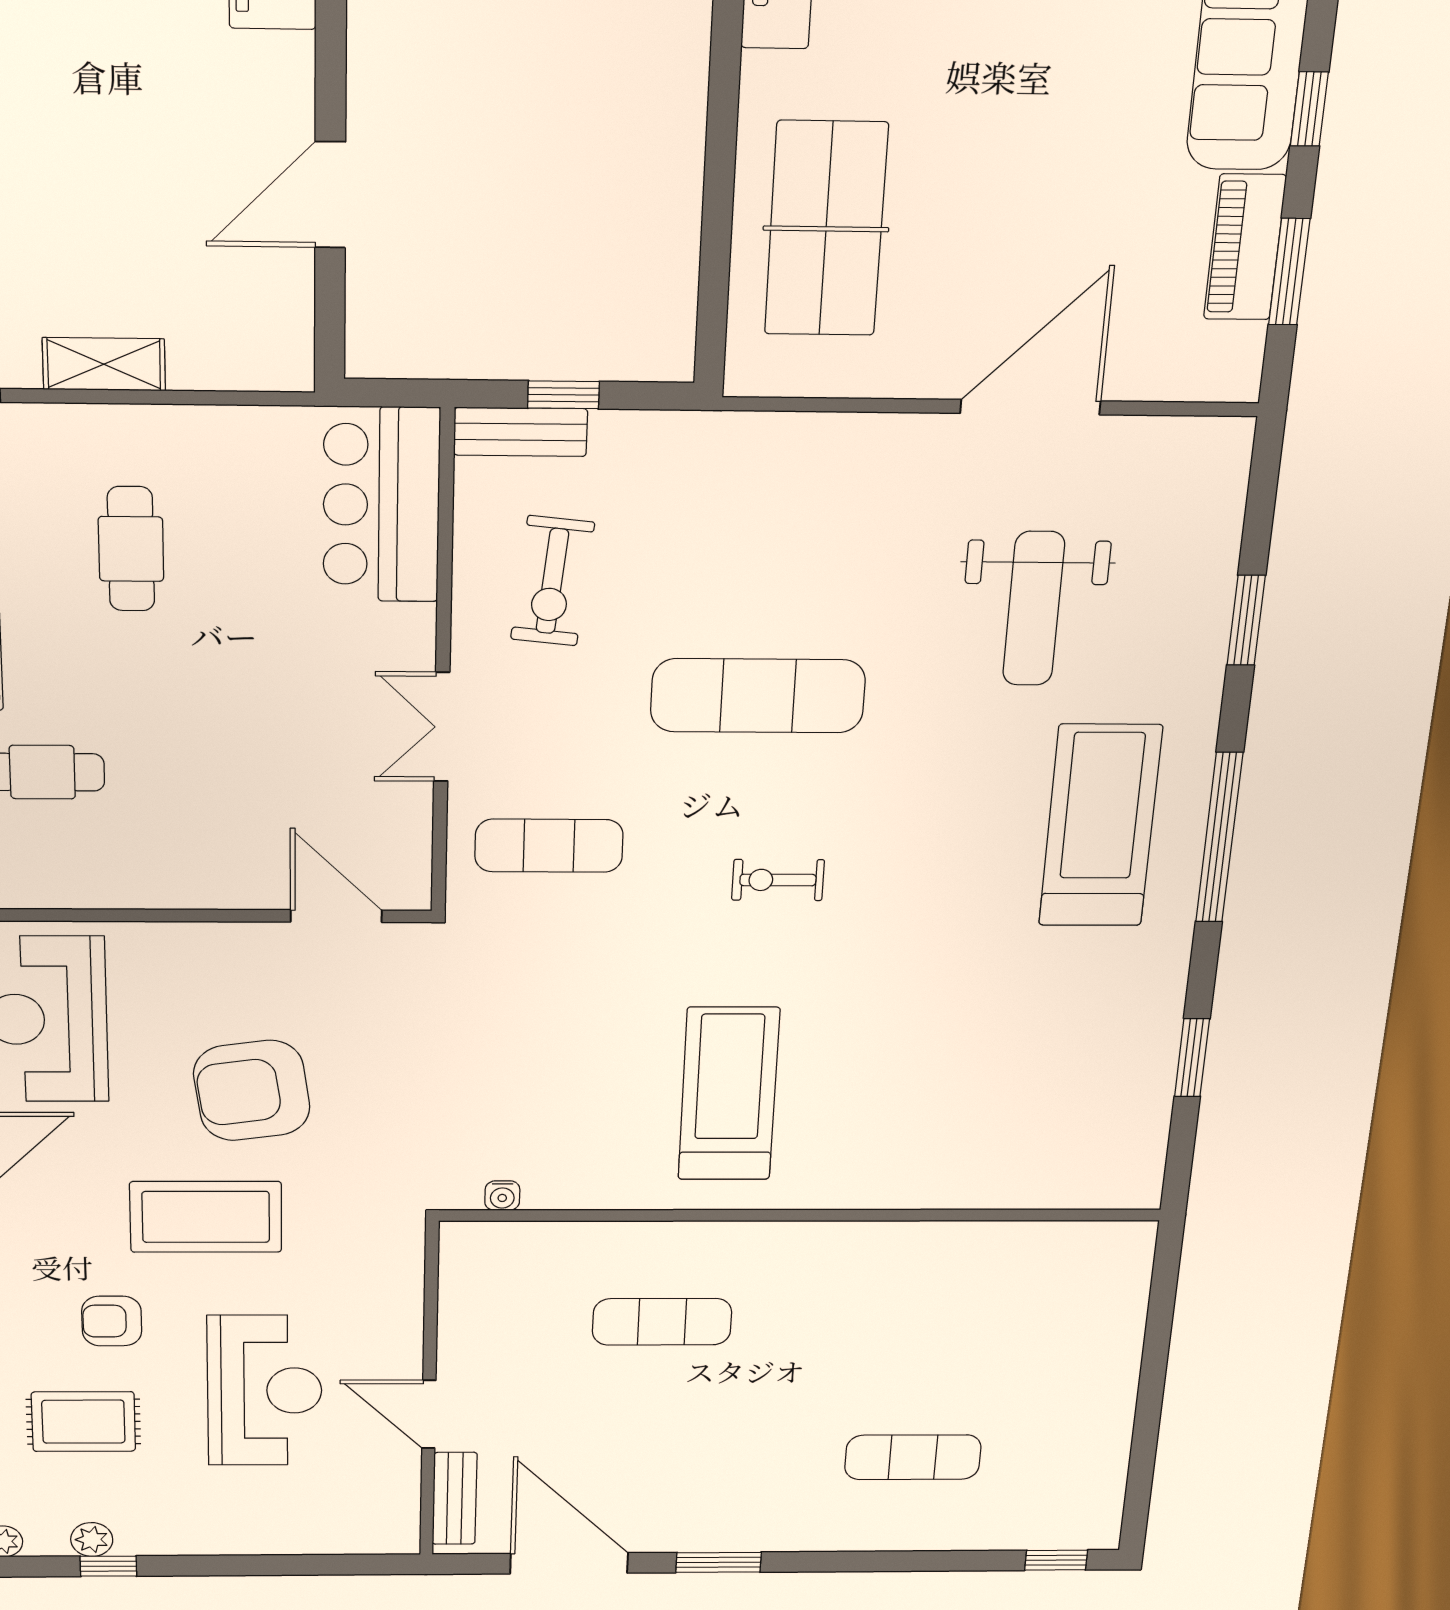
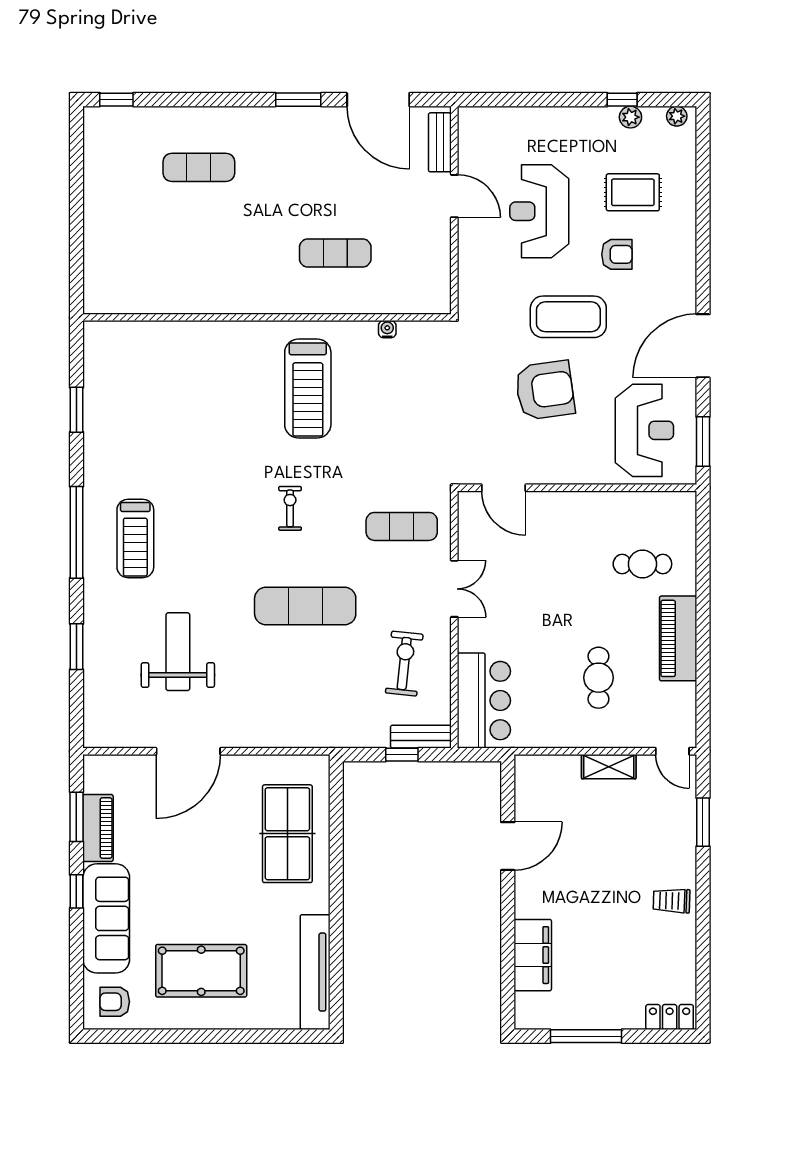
treadmill: (1100, 826) -> (135, 538), width x0.73, depth x0.73
exercise bike: (778, 880) -> (290, 508), turned -90
water cooler: (502, 1196) -> (387, 329), moved

